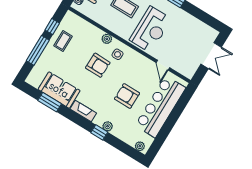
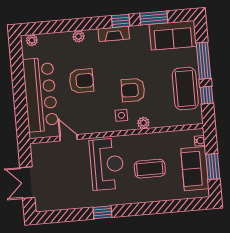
reception desk: (151, 29) -> (107, 164), turned 180
coffee table: (63, 41) -> (185, 89), width x1.86, depth x1.72
sofa: (59, 90) -> (173, 35), moved
window: (99, 132) -> (121, 21), moved

